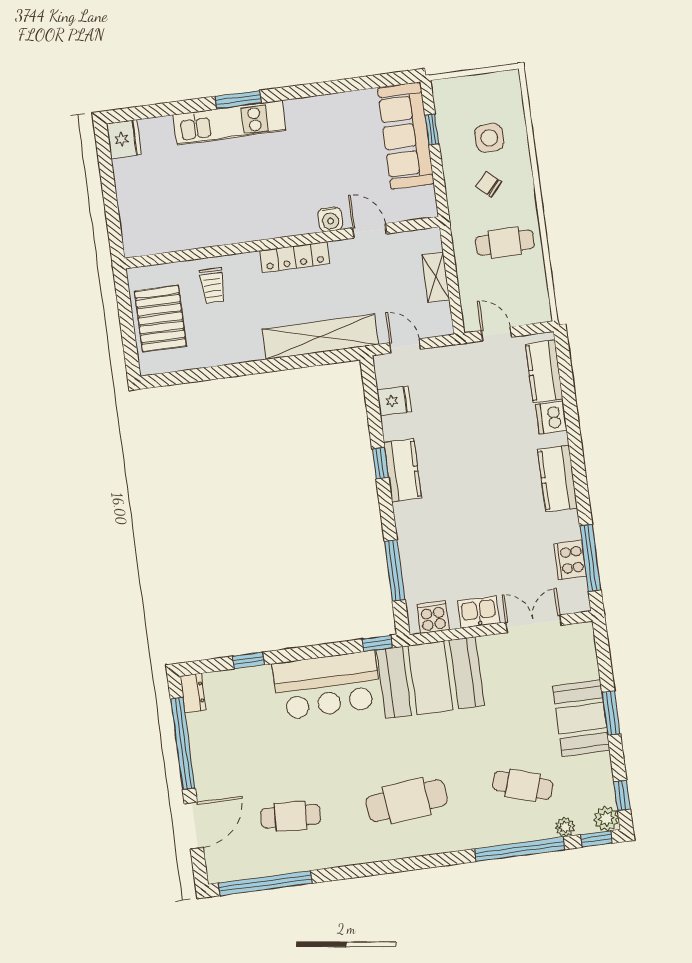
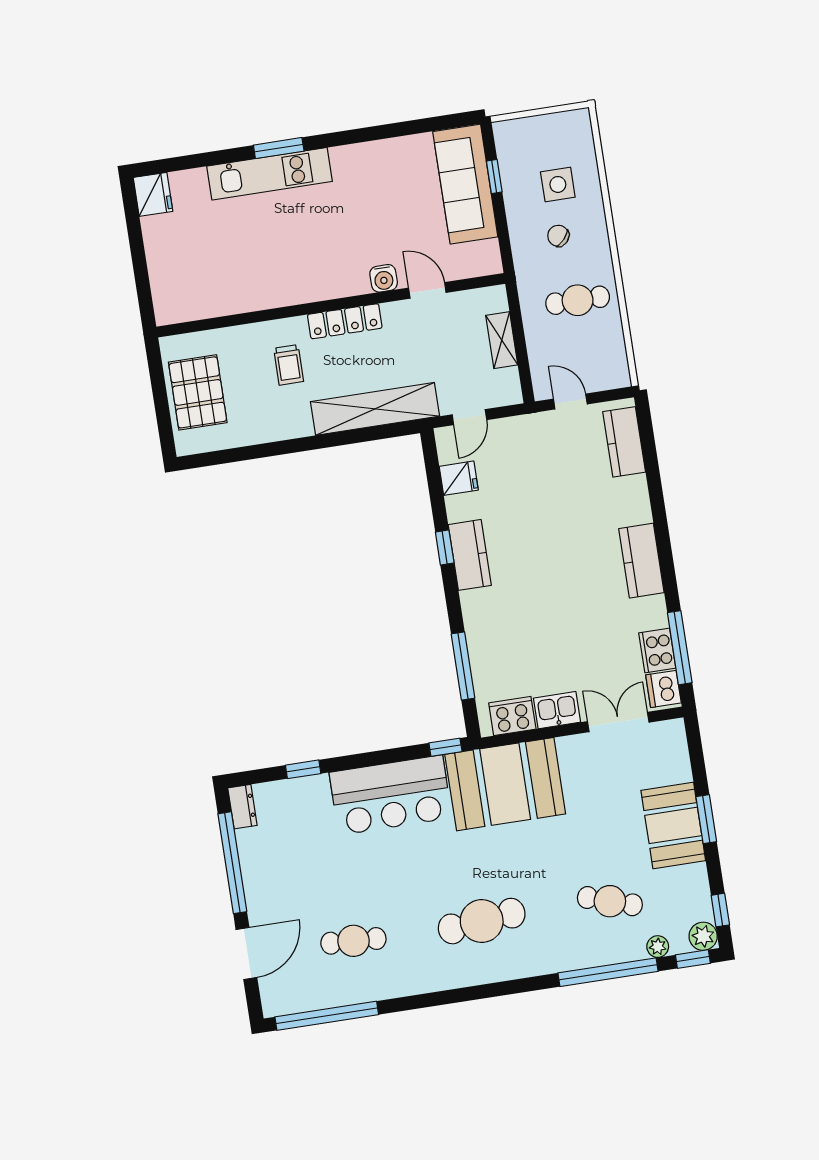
trolley: (213, 286) -> (289, 365), moved
door: (405, 346) -> (469, 417), swing flipped
dishwasher: (551, 417) -> (663, 689), moved
cooker: (433, 617) -> (512, 716), width x1.36

